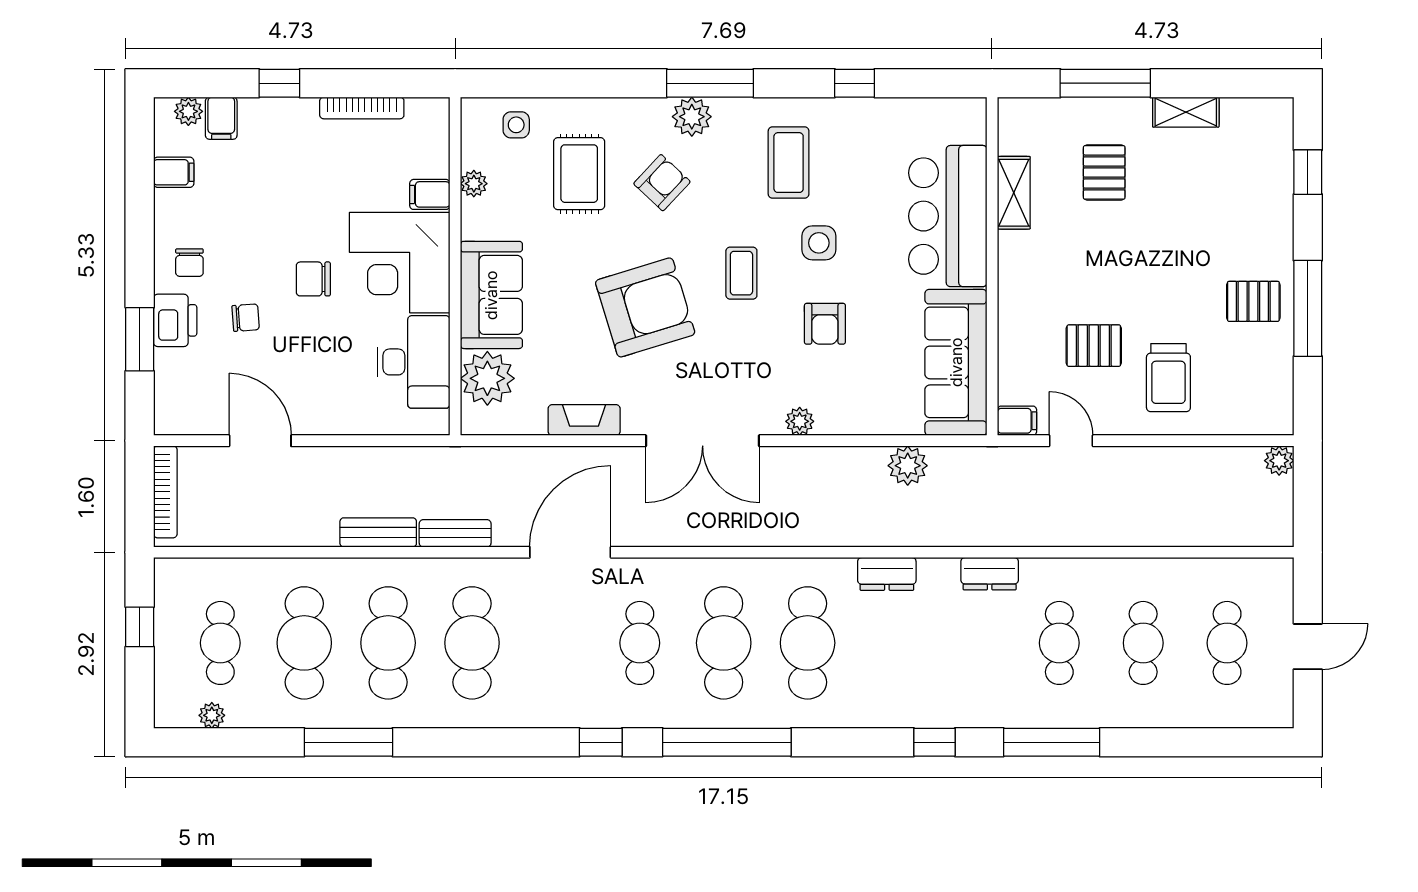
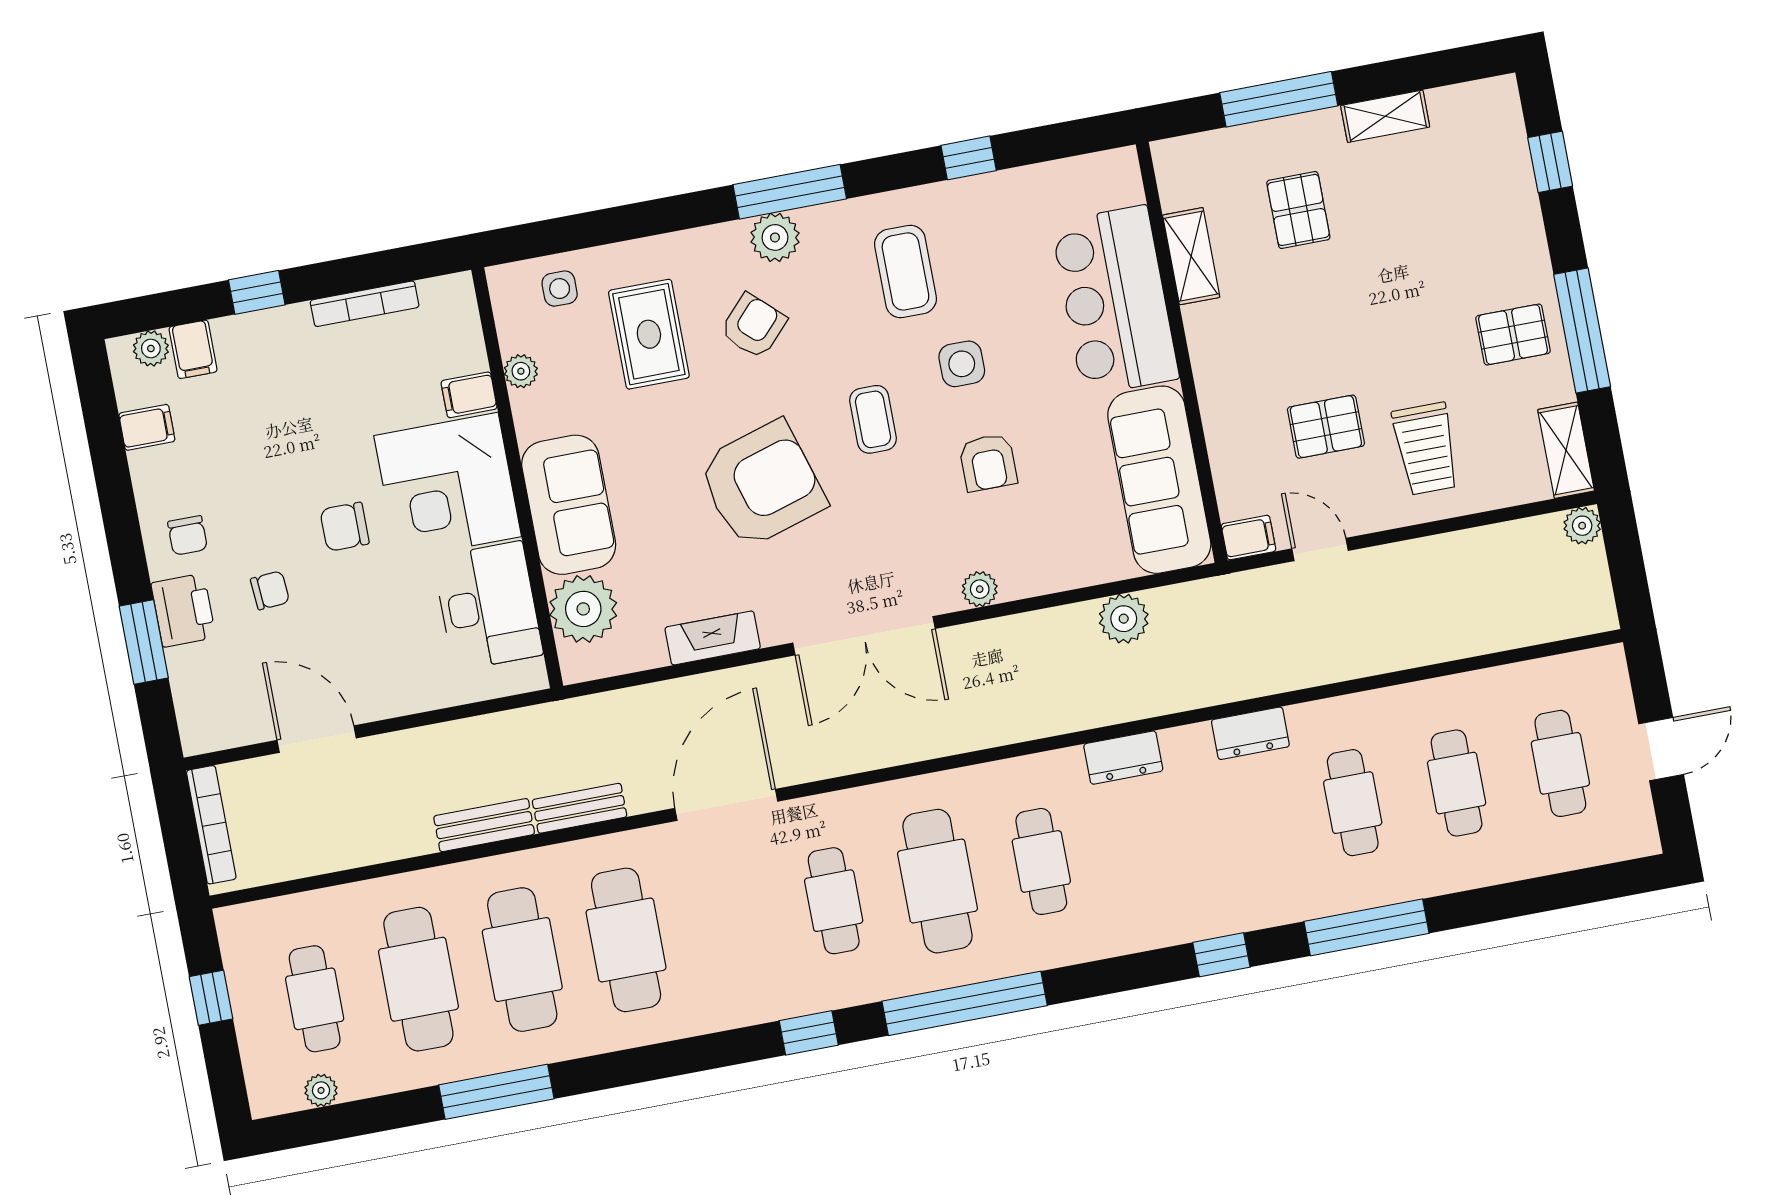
shelving: (1278, 399) -> (1566, 450), added
cafe table: (808, 643) -> (1041, 861), width x0.73, depth x0.74

